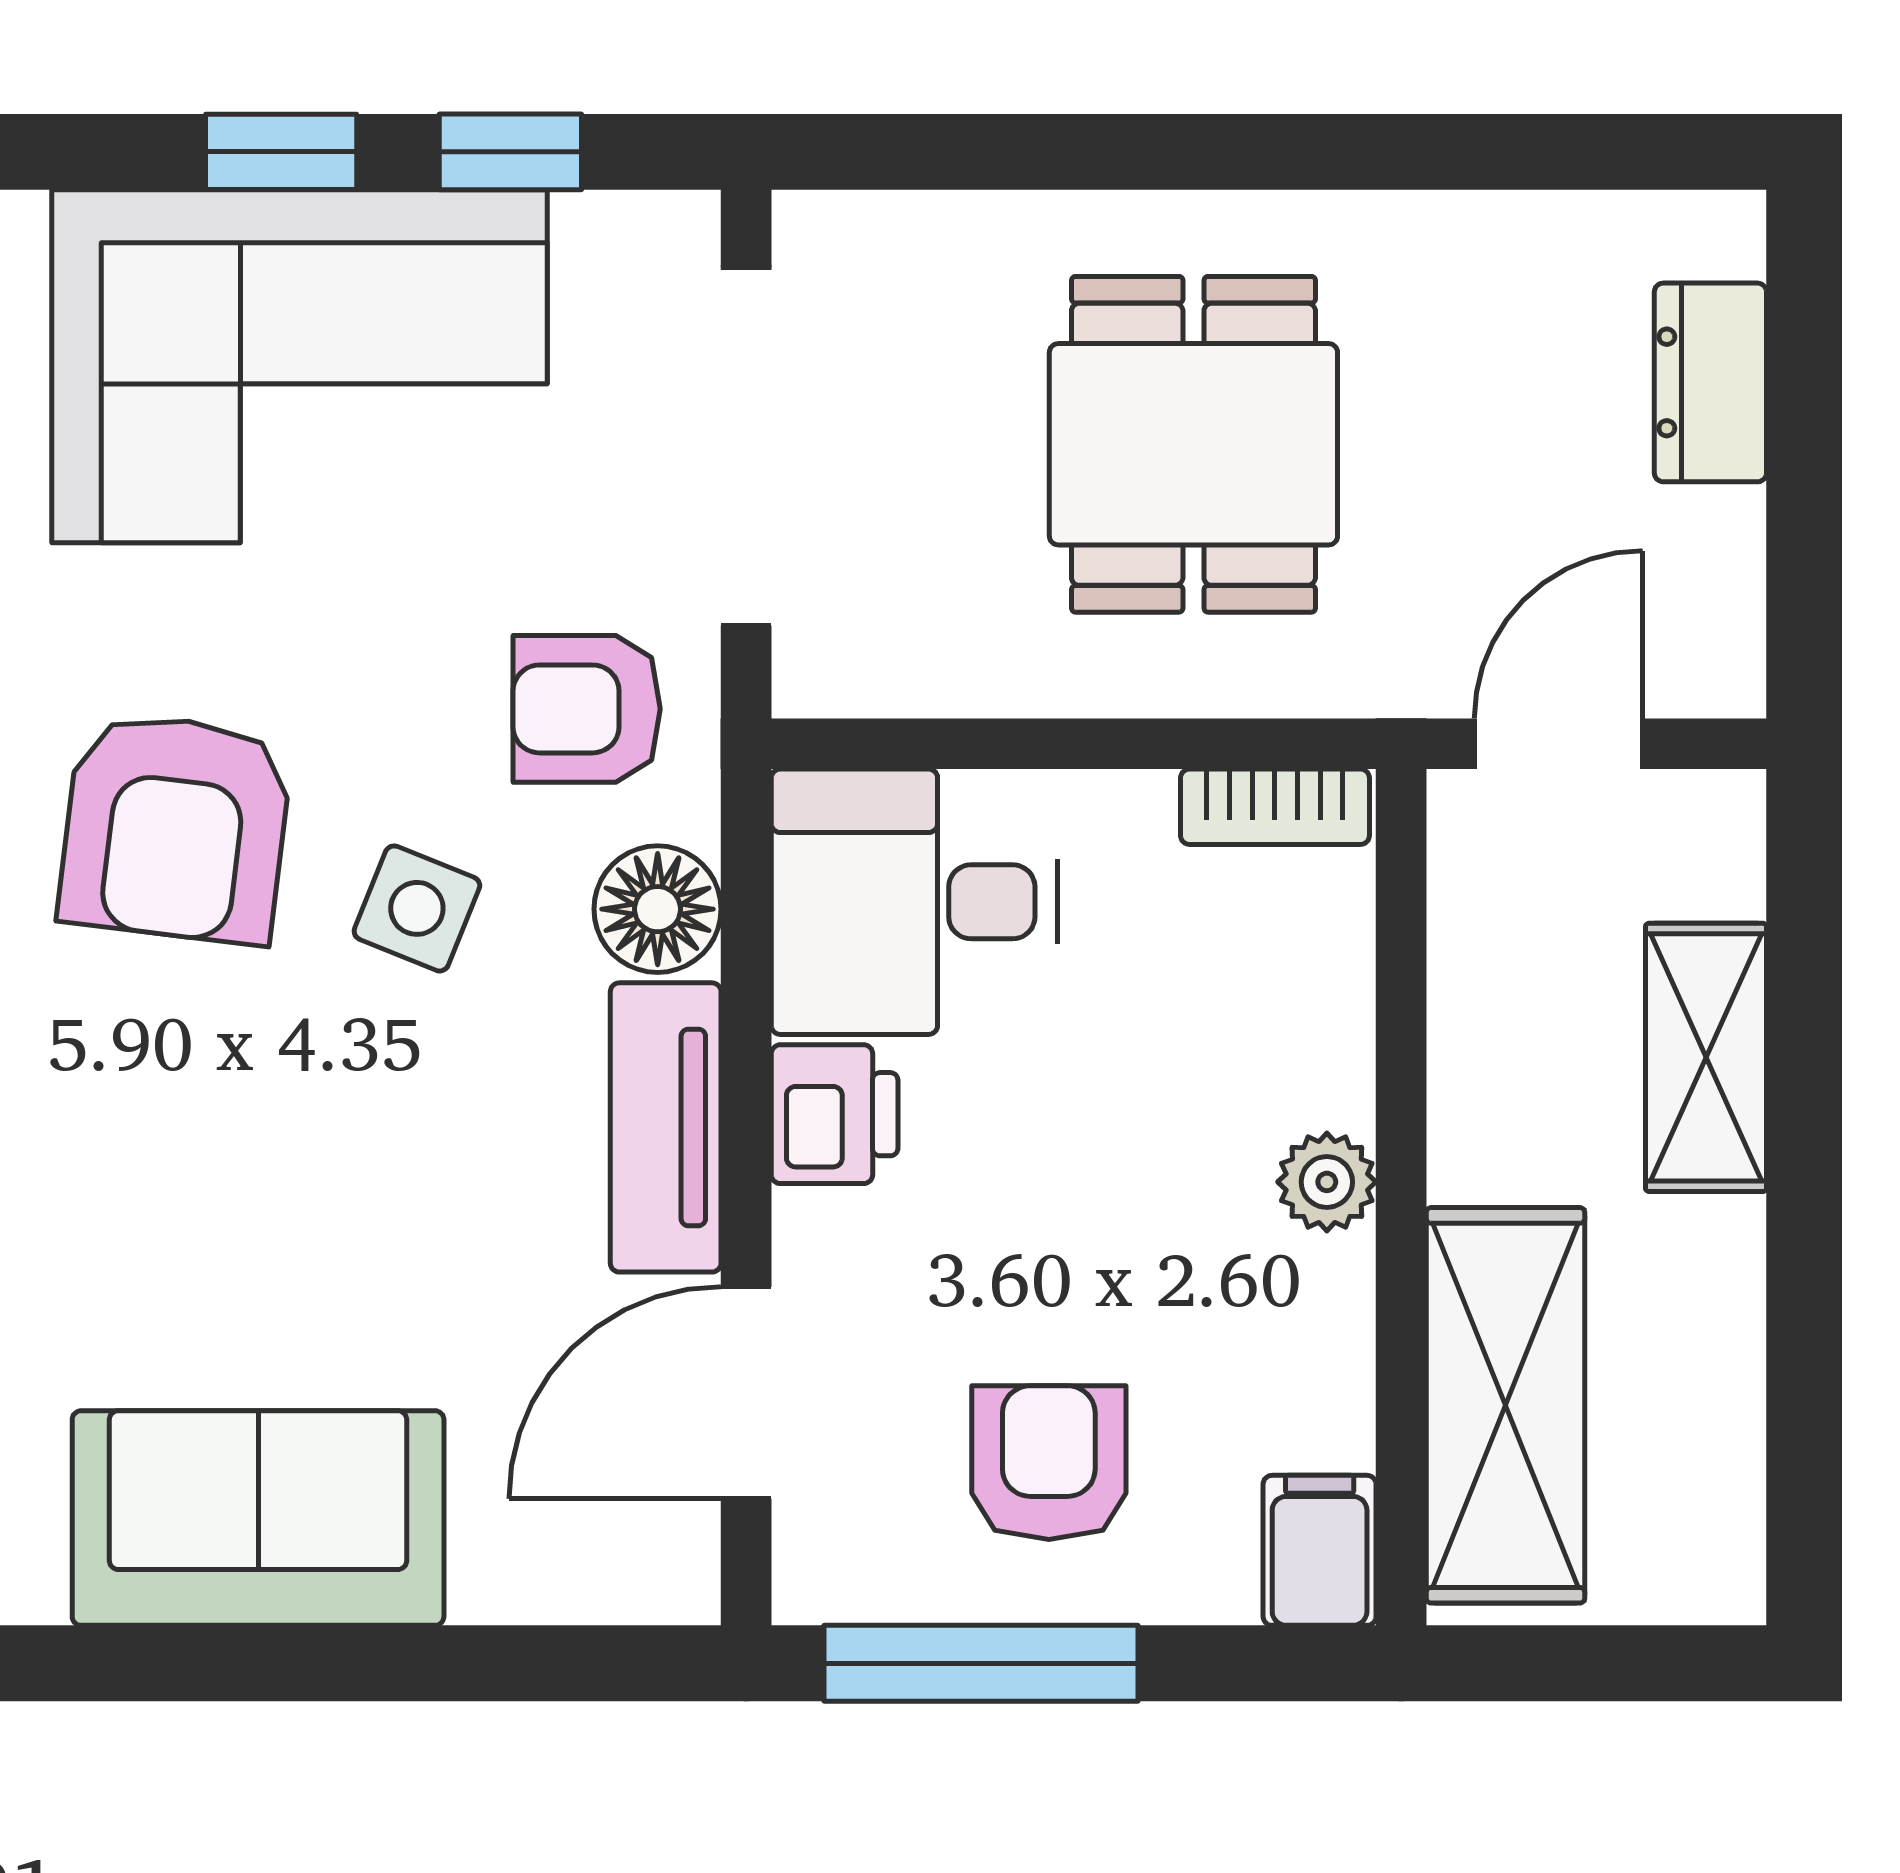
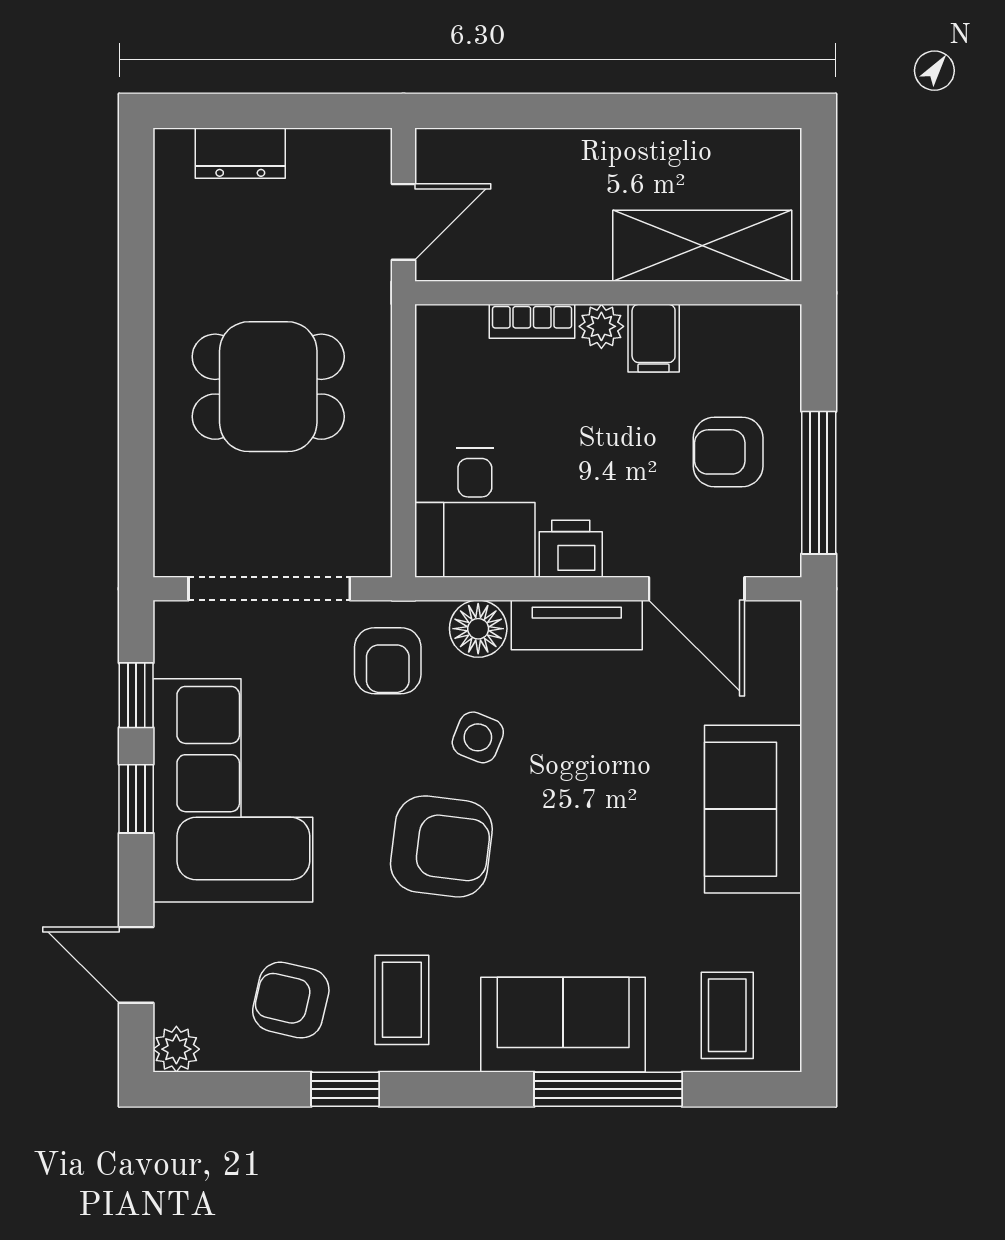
door: (1558, 744) -> (404, 222), swing flipped
bookcase: (1275, 807) -> (532, 321), moved, turned 90
shelving: (1706, 1057) -> (545, 155), removed
filing cabinet: (1320, 1550) -> (654, 338), moved, turned -90

